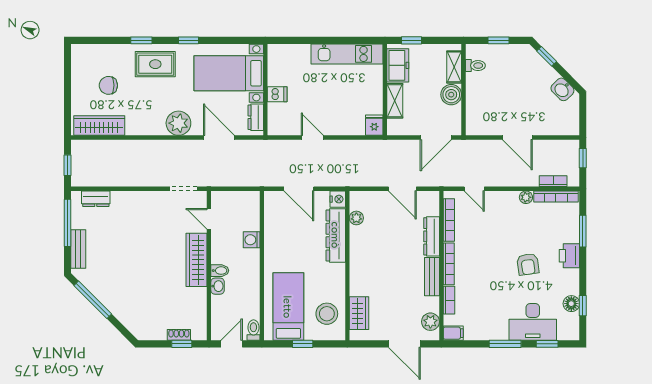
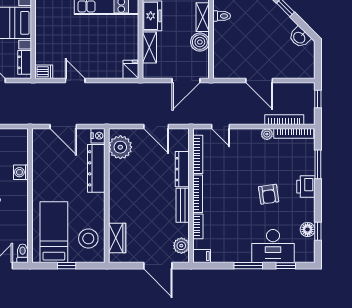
dishwasher: (277, 94) -> (44, 72), moved
bookcase: (553, 181) -> (284, 120), width x1.56
plant: (356, 218) -> (120, 147), width x1.88, depth x1.88

